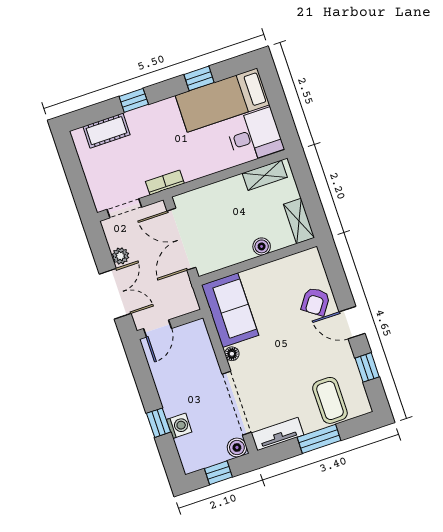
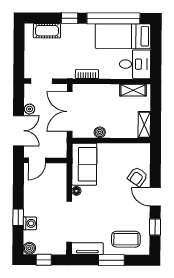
window: (199, 78) -> (113, 18), width x3.17
bookcase: (165, 183) -> (87, 74), moved
boiler: (262, 246) -> (100, 132), moved
coffee table: (330, 400) -> (126, 239), turned 90
boiler: (237, 448) -> (29, 248), moved

